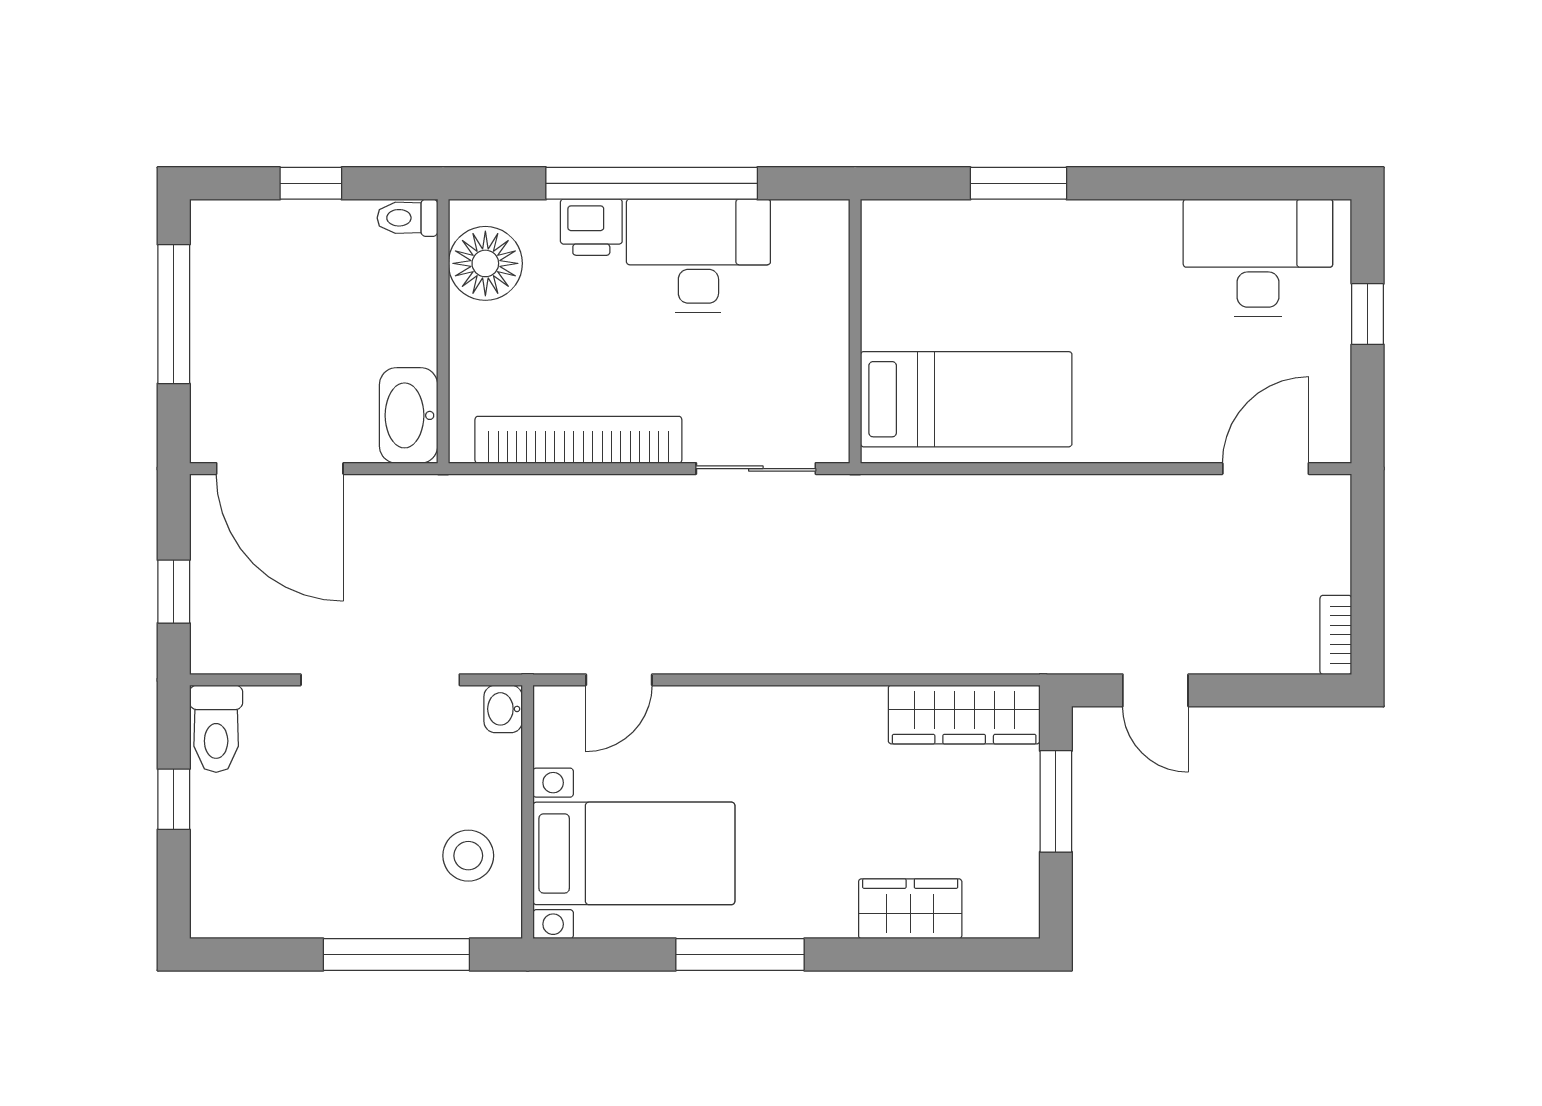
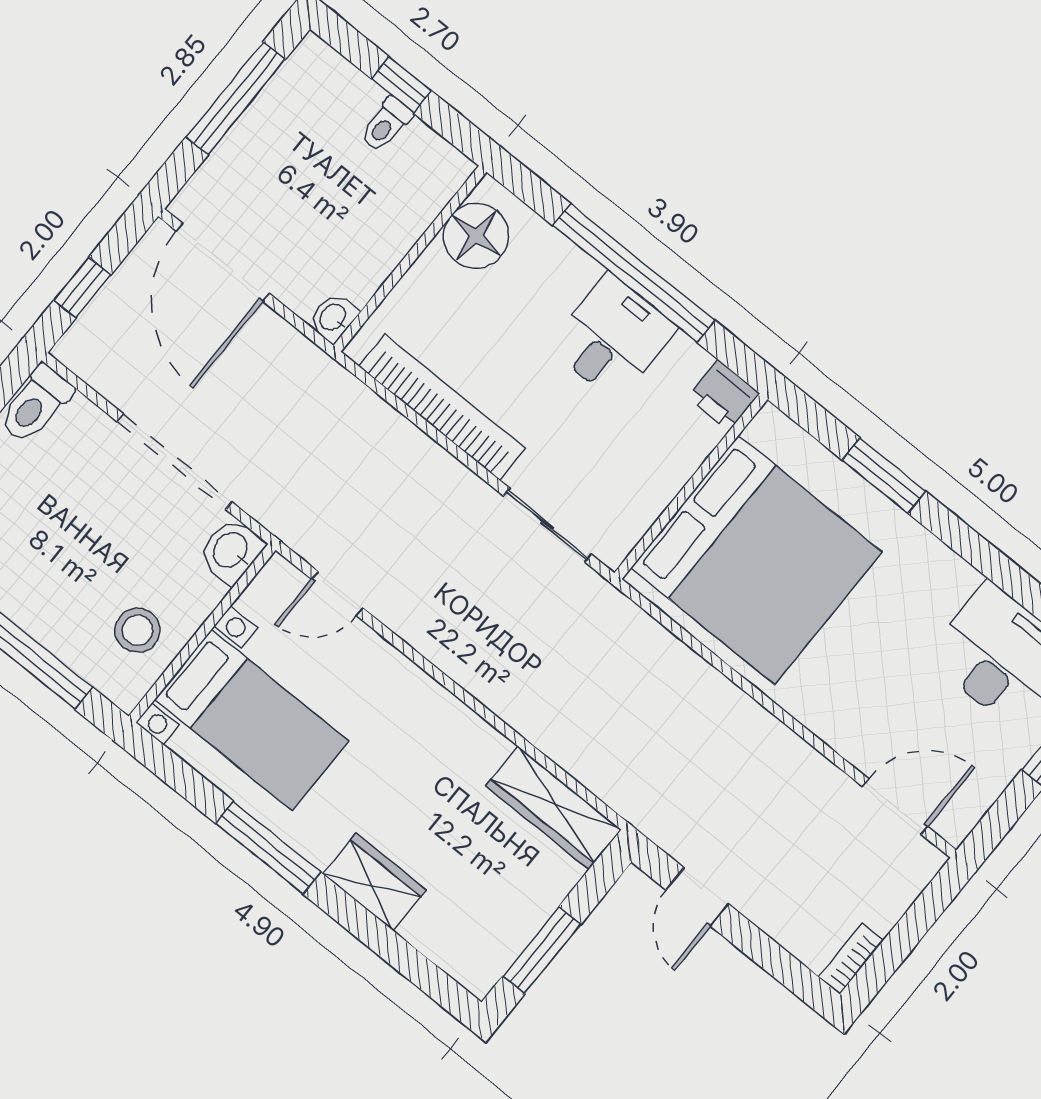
toilet: (407, 218) -> (386, 125), moved, turned -90
printer: (591, 227) -> (724, 395), moved
desk: (698, 256) -> (612, 337), width x0.73
bed: (966, 399) -> (756, 560), width x2.04
washbasin: (409, 415) -> (333, 318), width x0.52, depth x0.69
washbasin: (503, 709) -> (231, 551), width x1.38, depth x1.45
window: (1056, 801) -> (542, 950), moved
wardrobe: (910, 909) -> (374, 882), moved

